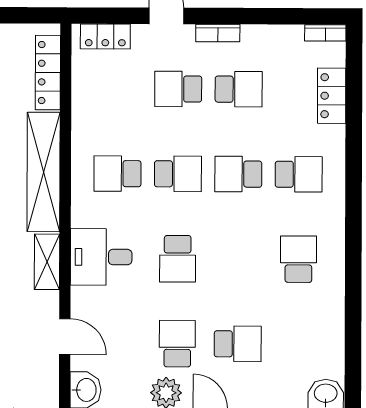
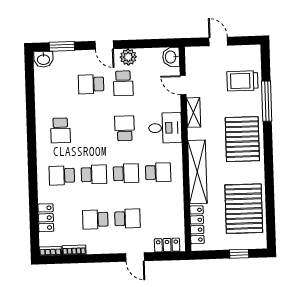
bookcase: (218, 33) -> (74, 250), moved
school desk: (178, 174) -> (126, 173), turned 180
shelving: (47, 262) -> (193, 112), moved

